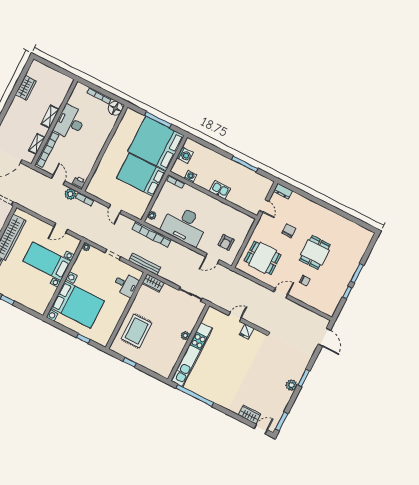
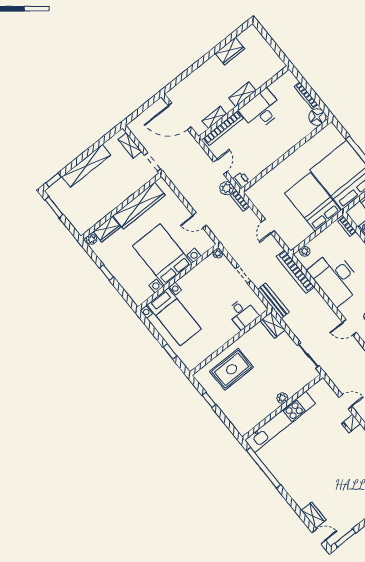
bed with nightstands: (47, 261) -> (162, 255), width x1.36
bed with nightstands: (78, 304) -> (174, 317), width x0.73

